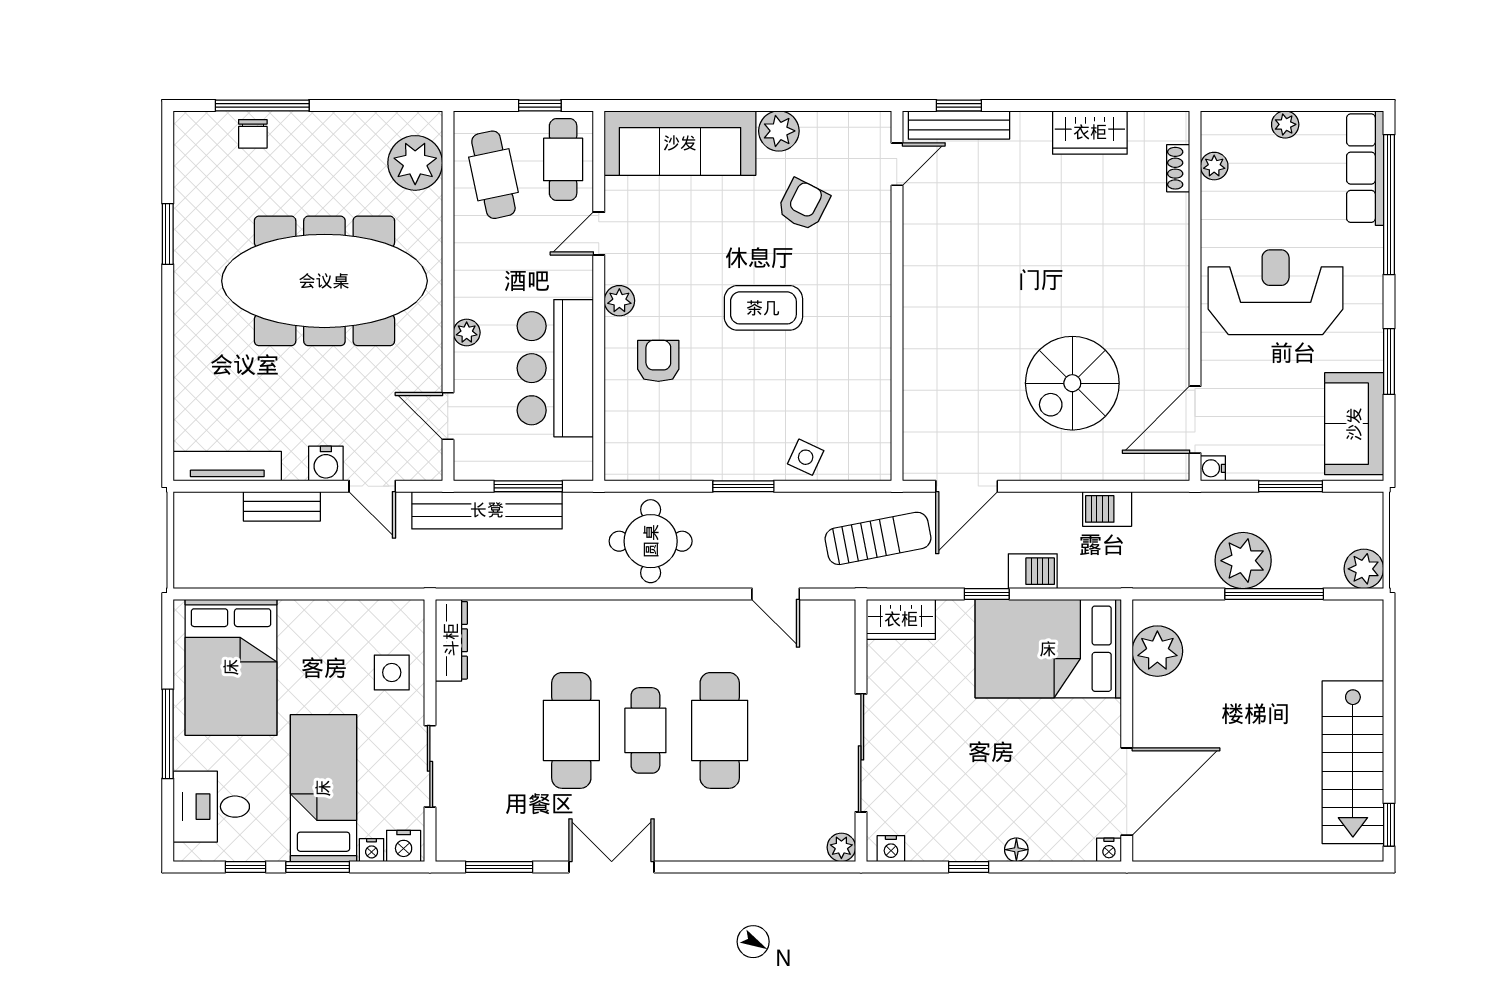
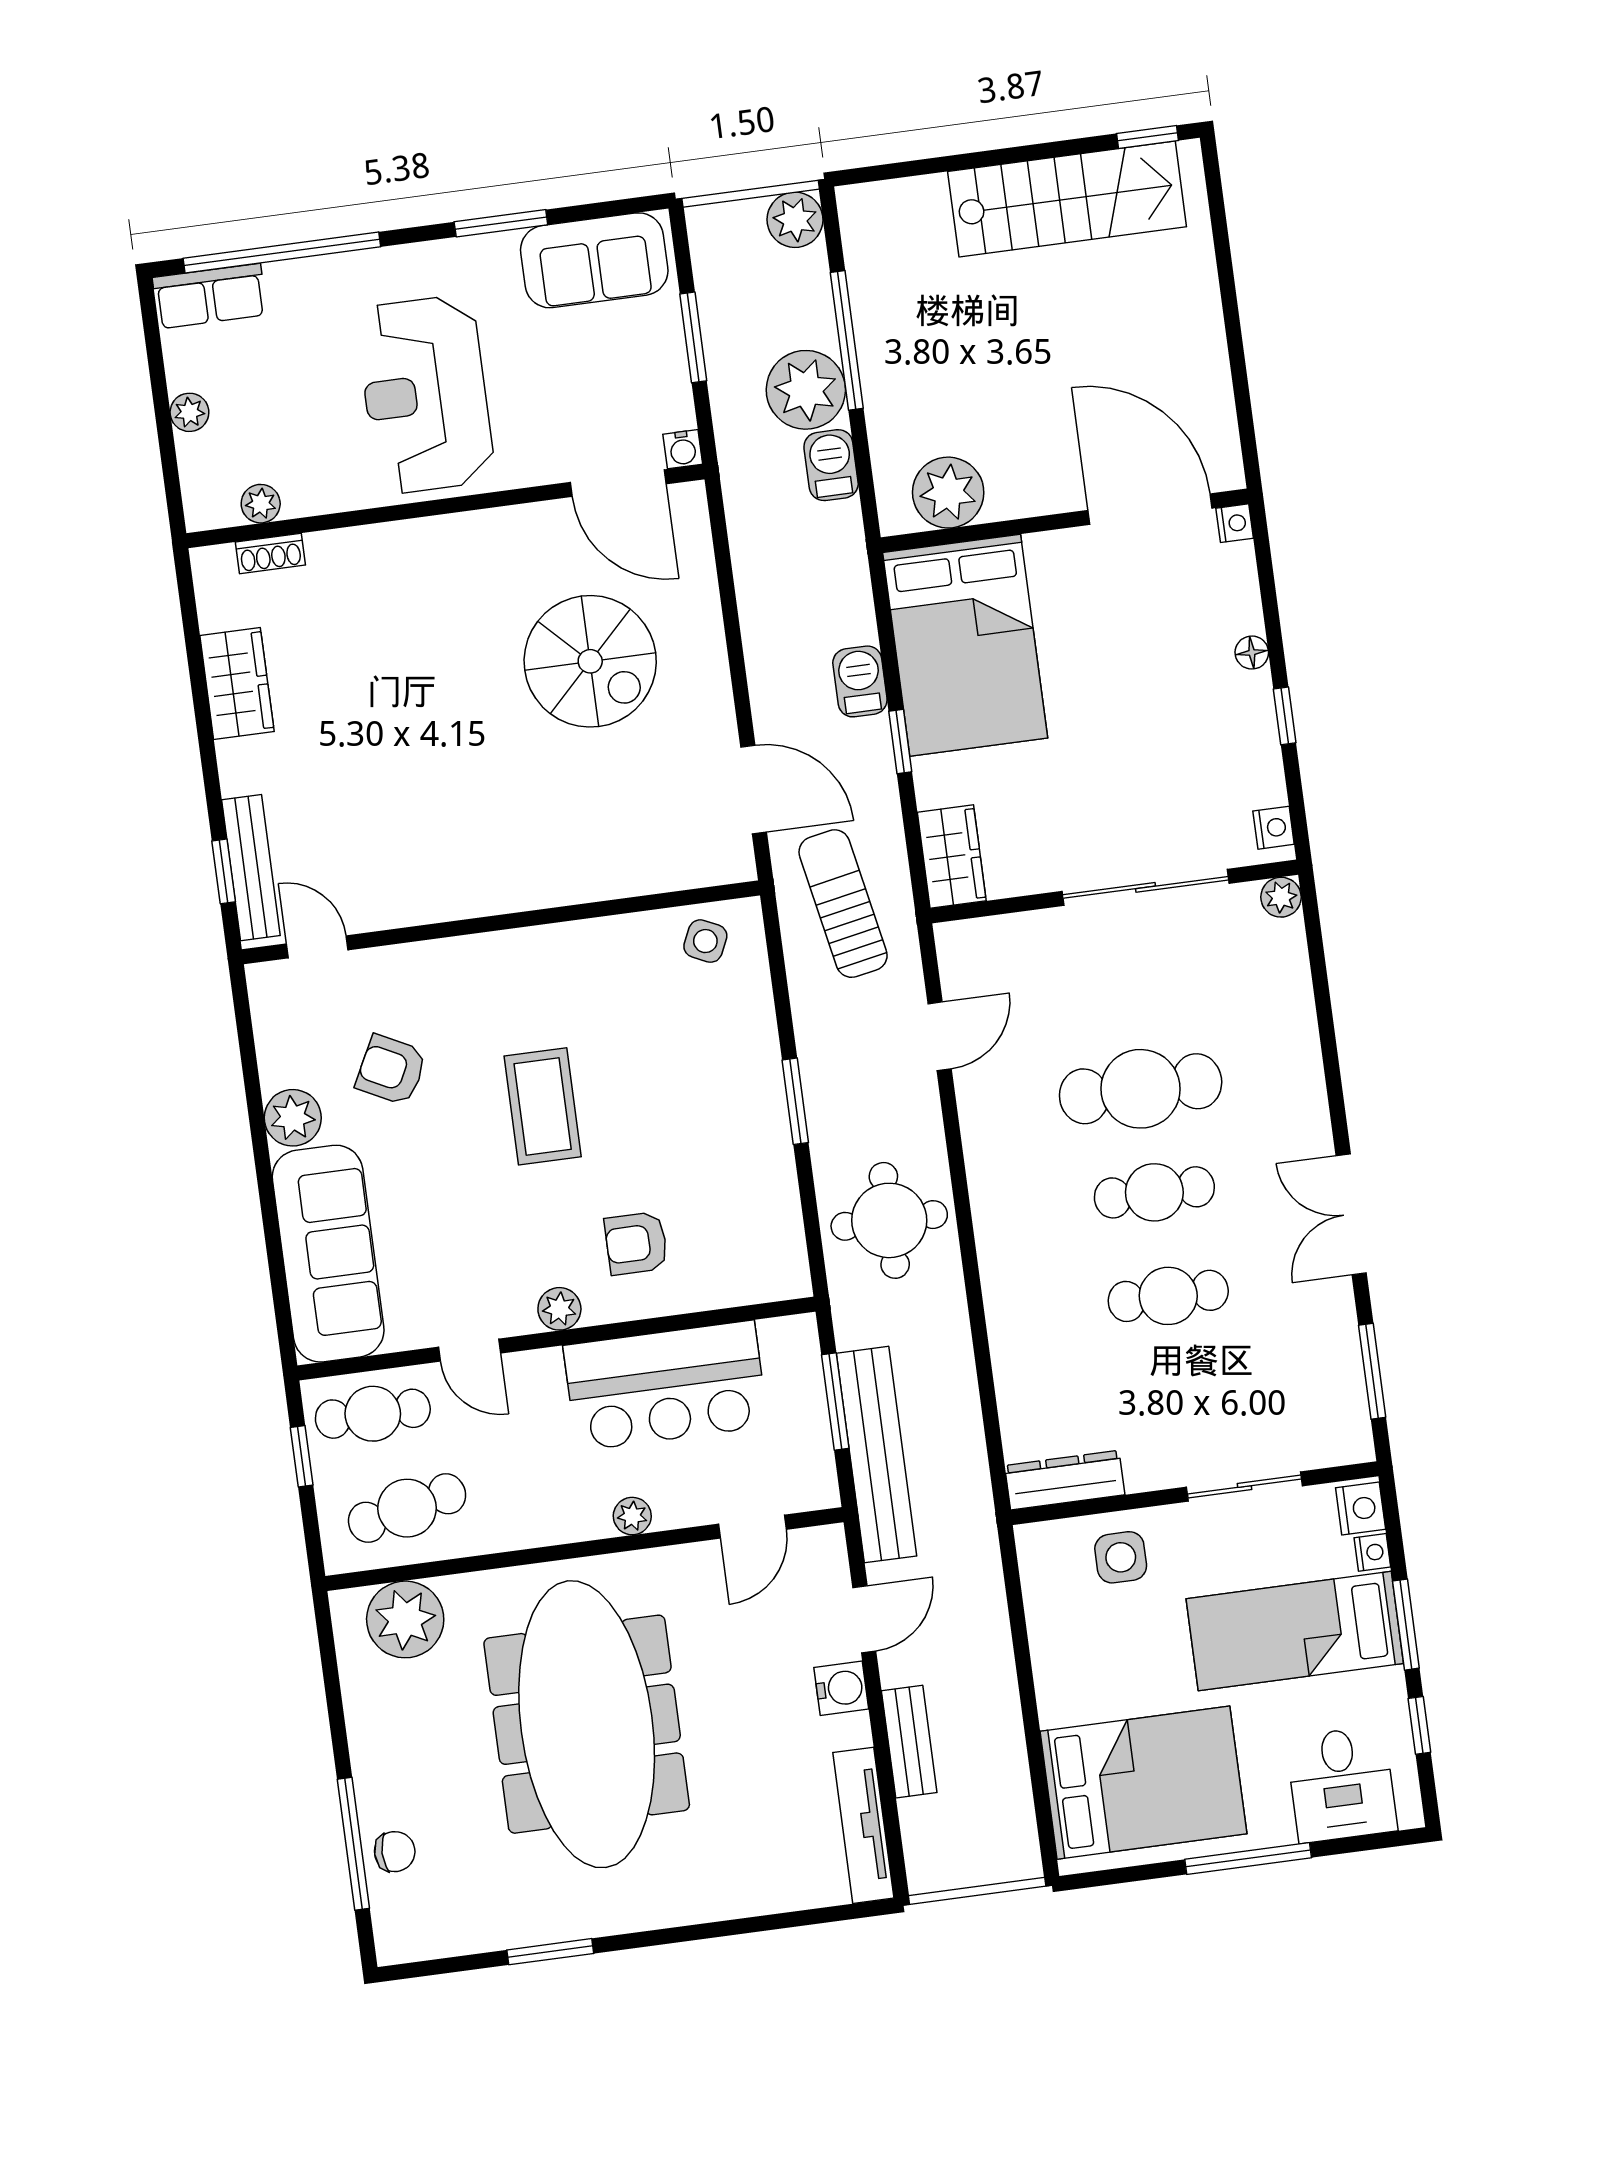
row of seats: (1365, 168) -> (210, 296), width x0.68
side table: (806, 457) -> (705, 941), moved
barbecue: (1107, 509) -> (831, 465), moved, turned 180
cafe table: (571, 730) -> (1168, 1296), width x0.73, depth x0.74

